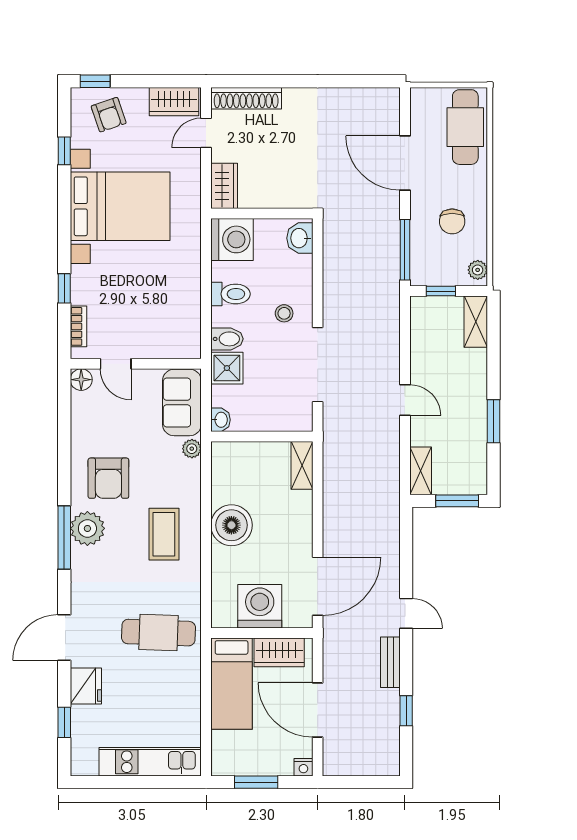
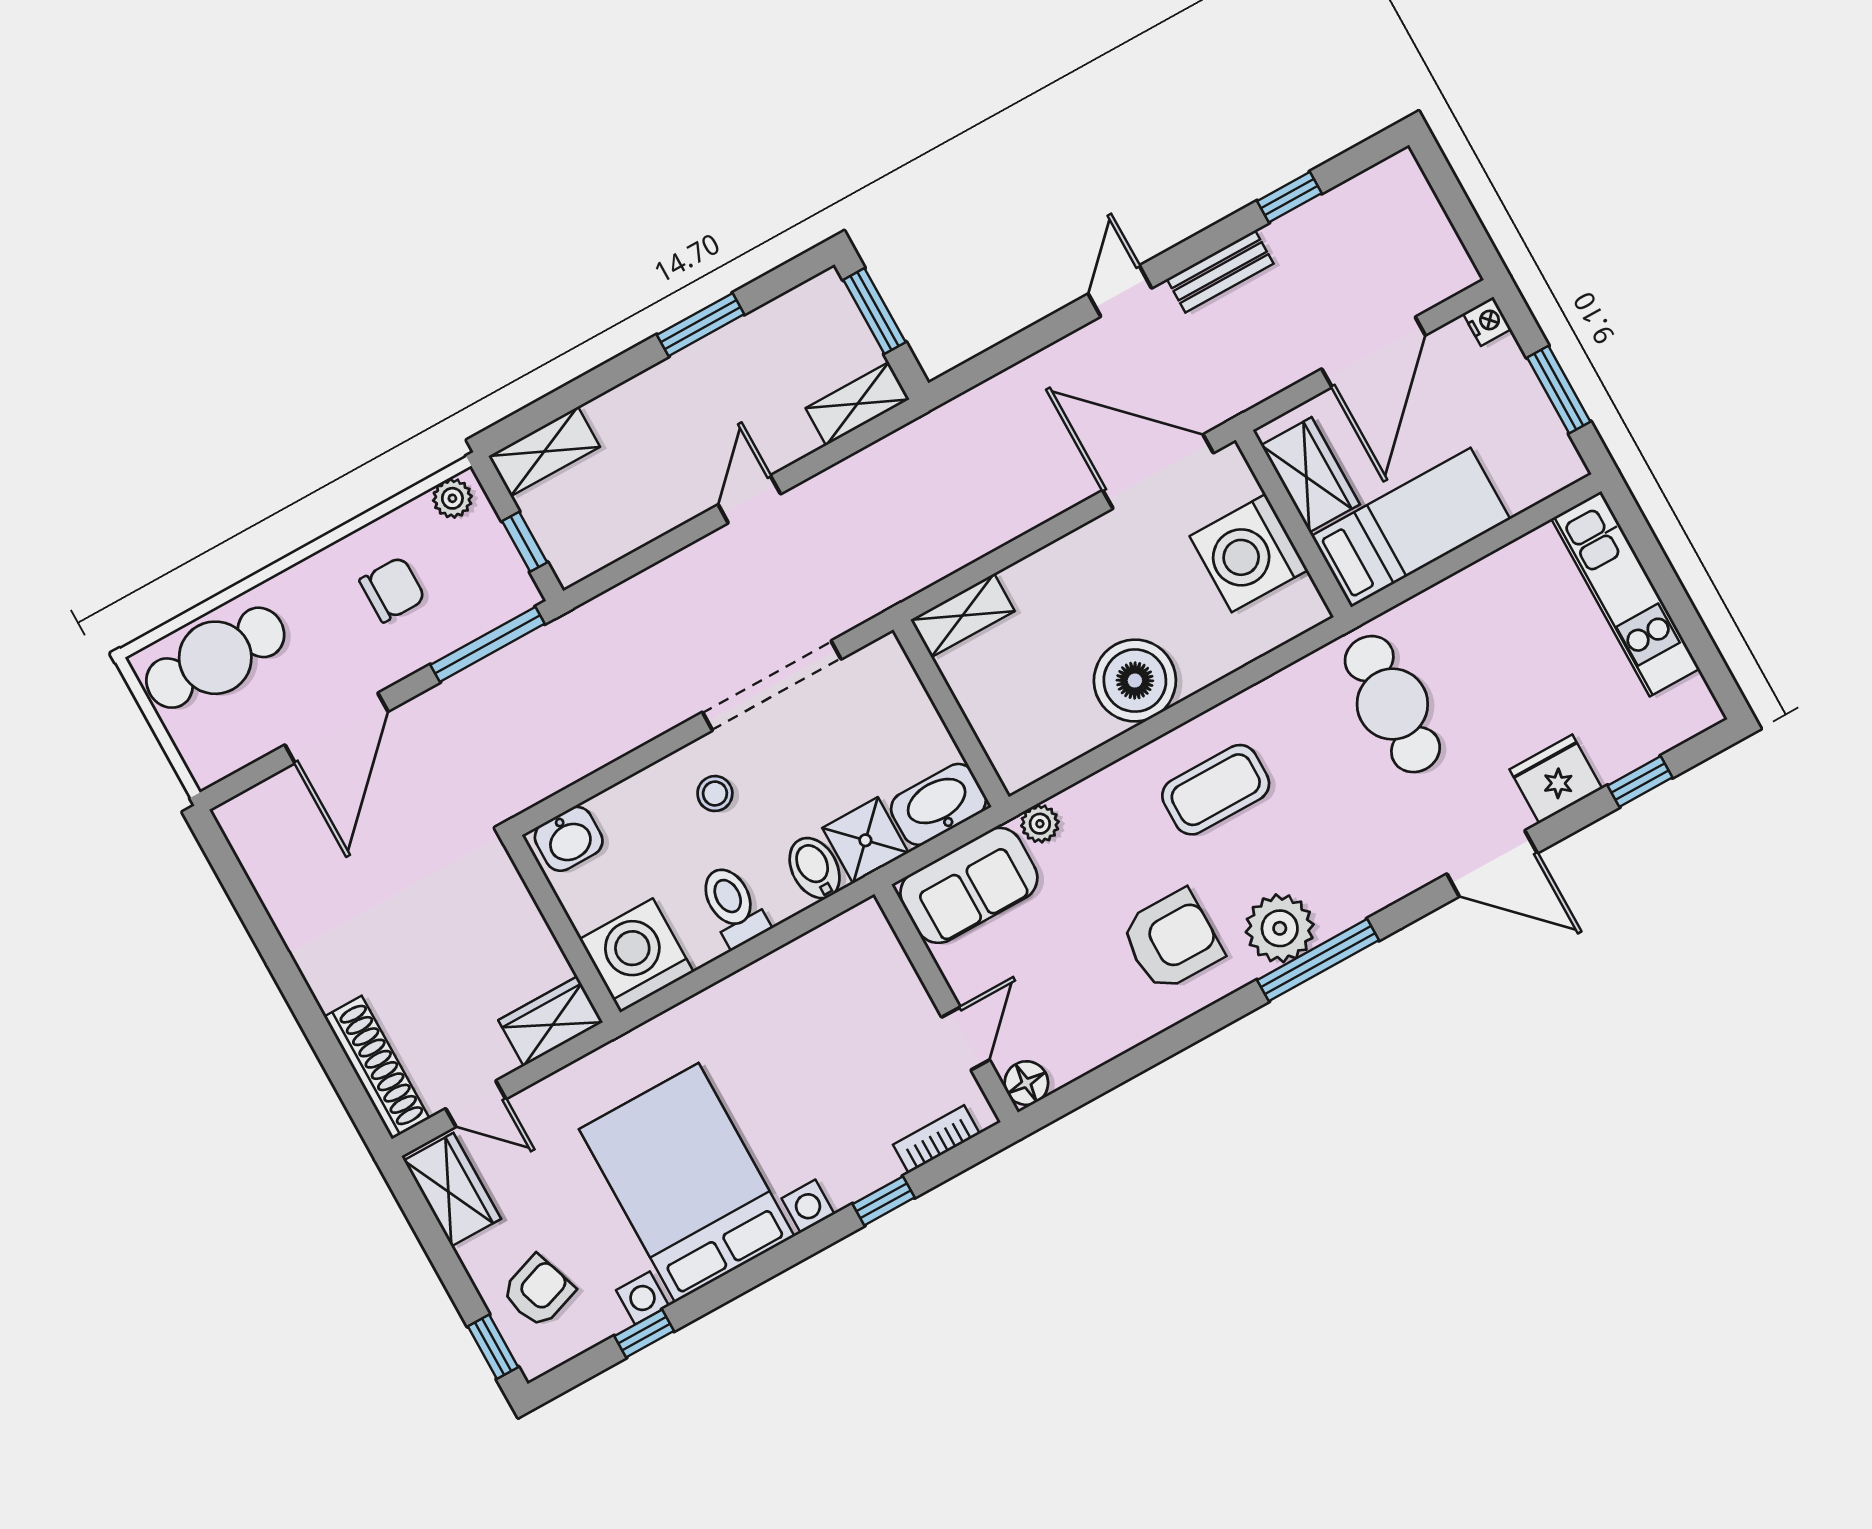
washbasin: (221, 420) -> (938, 804), width x1.91, depth x1.45

